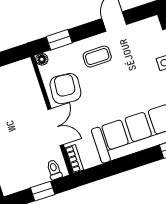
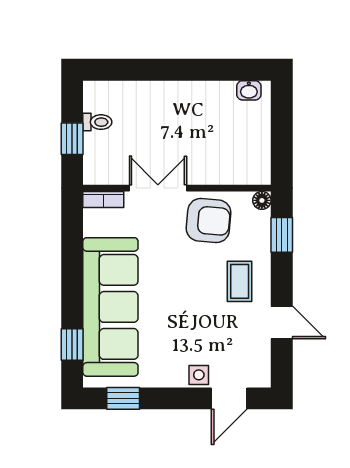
double door: (56, 127) -> (158, 188), swing flipped
toilet: (54, 170) -> (97, 122), moved

